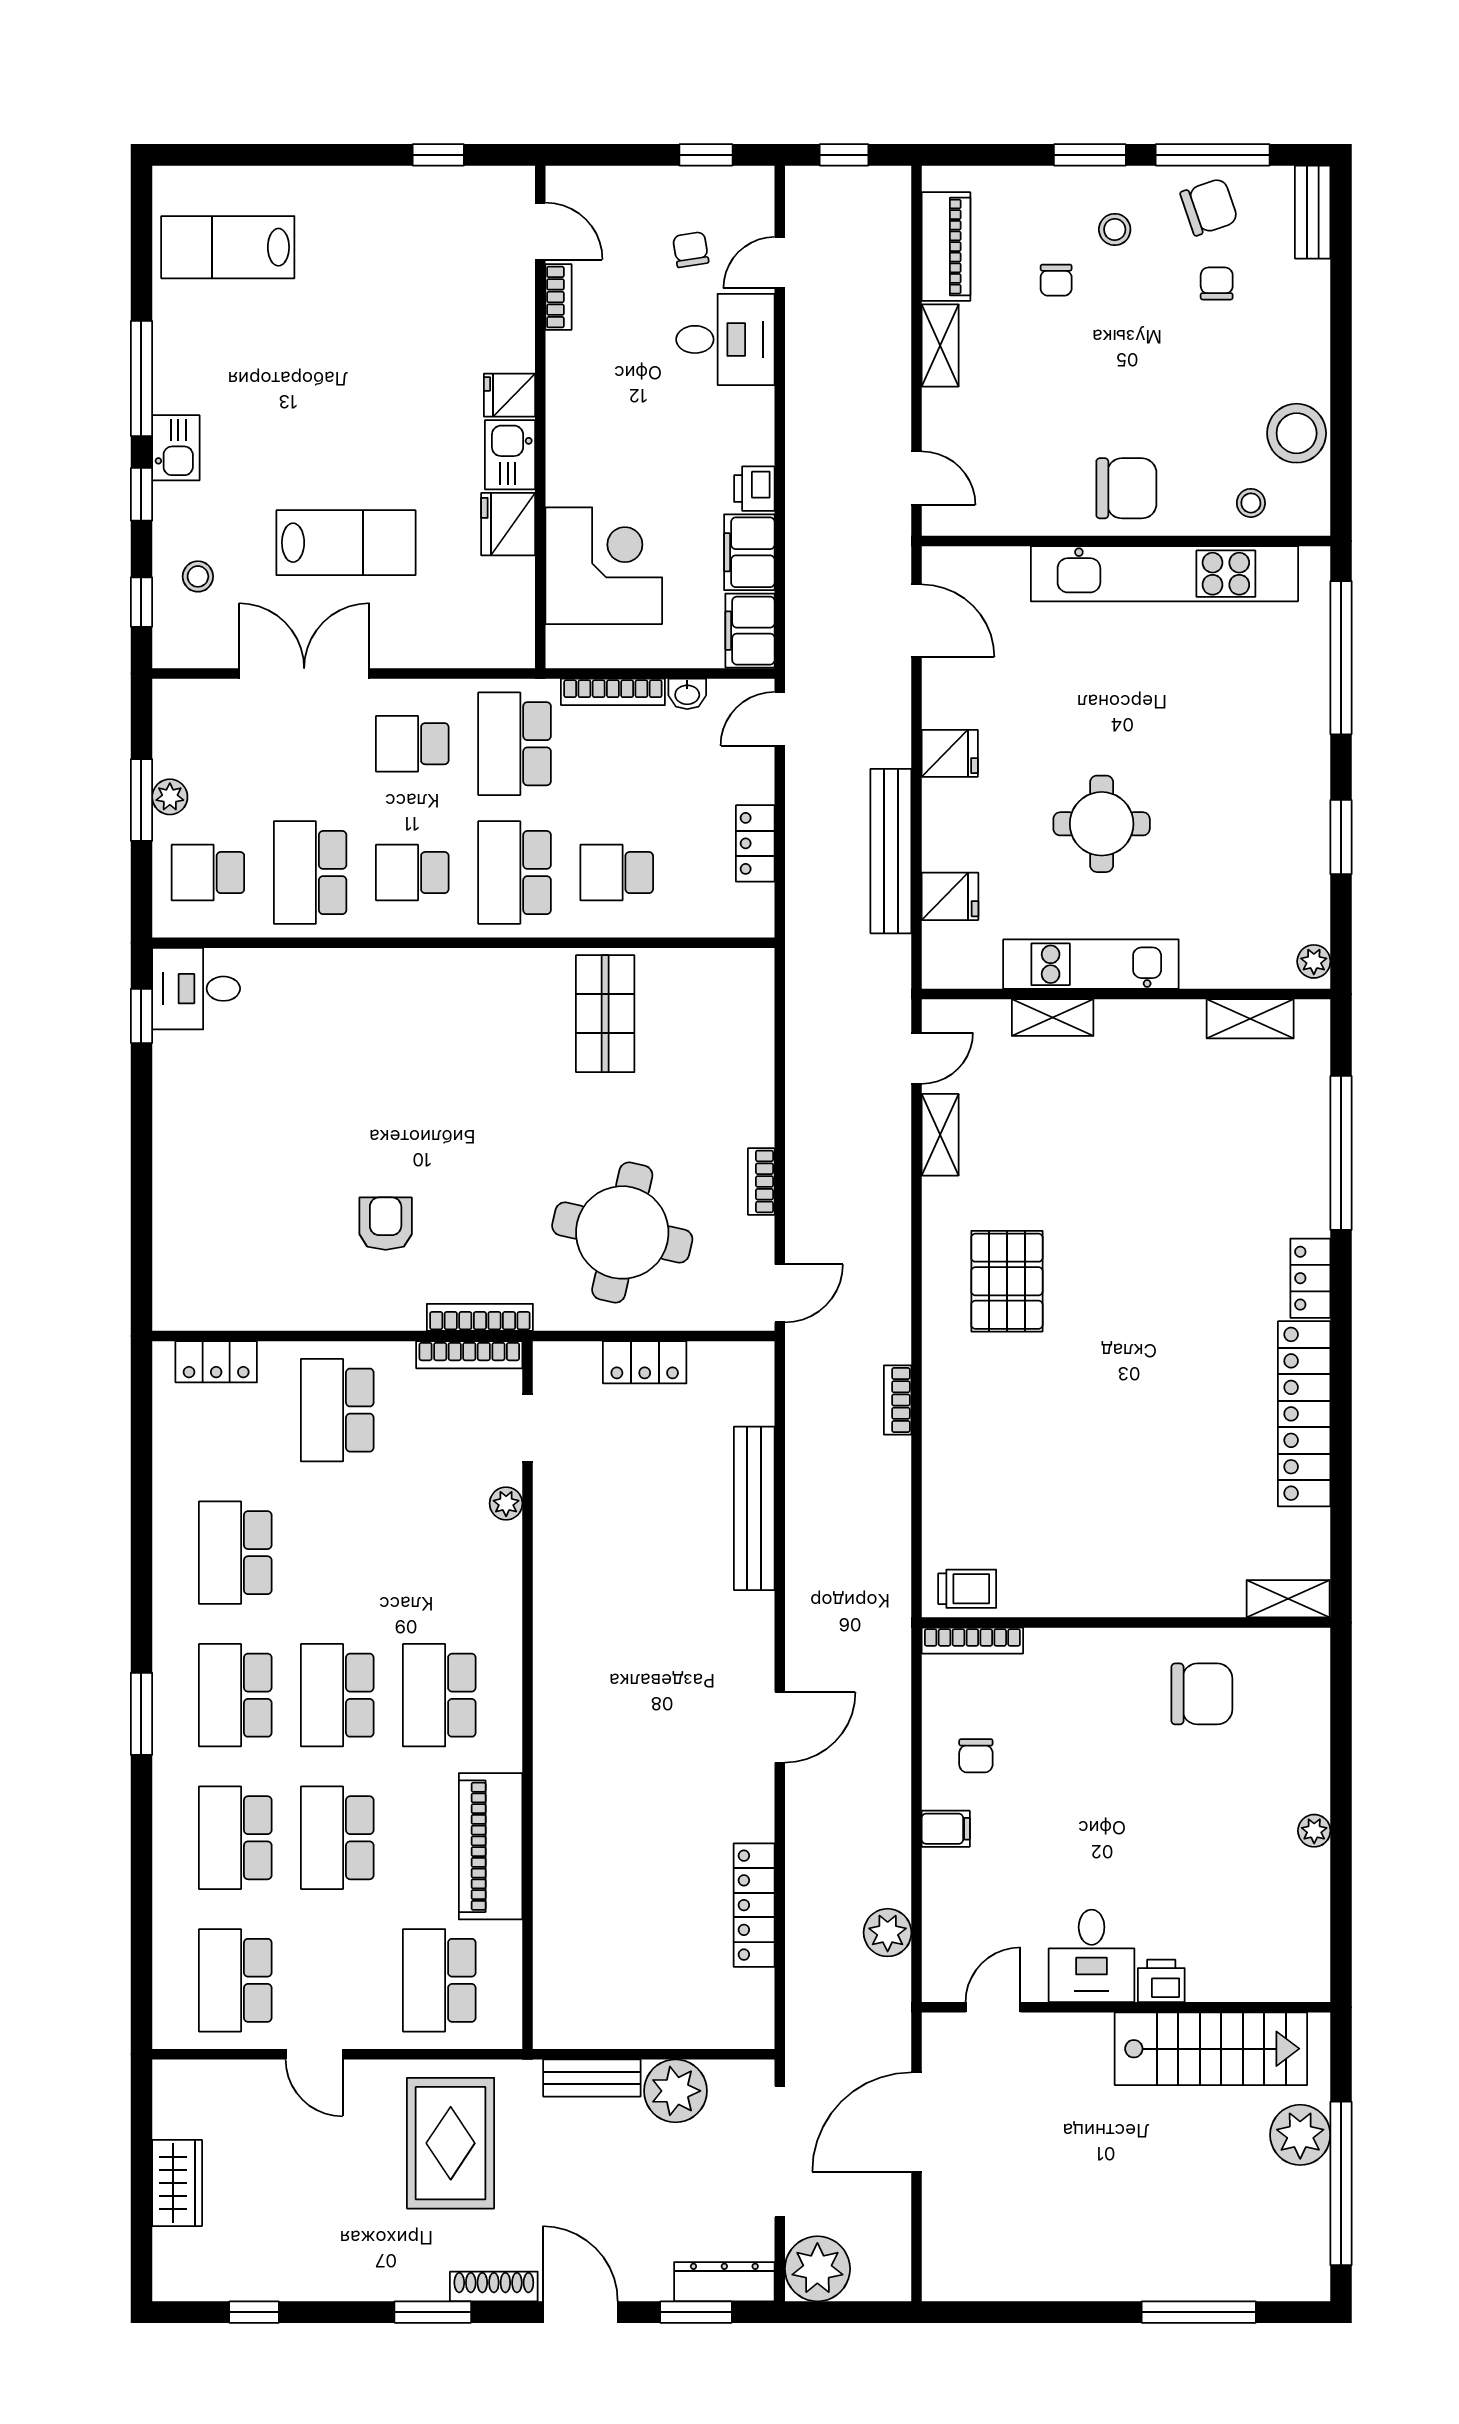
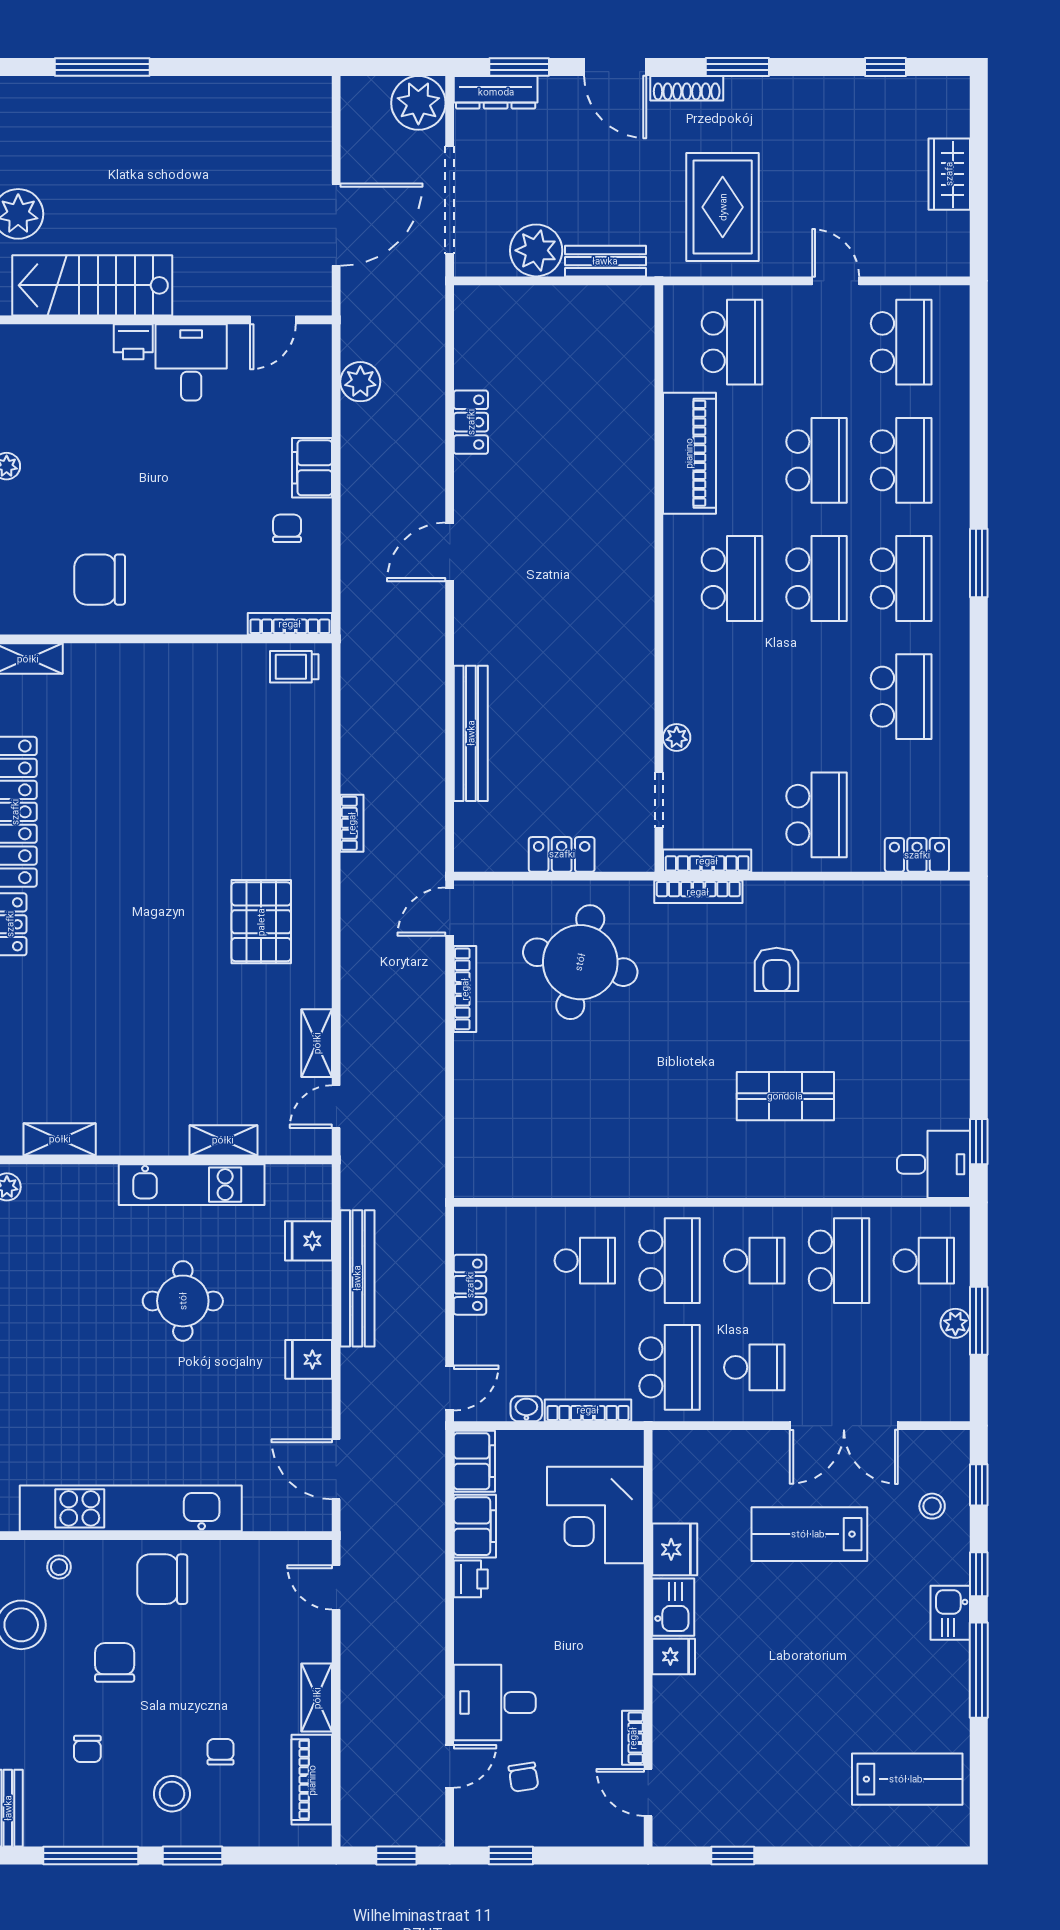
chair: (1209, 207) -> (115, 1662), moved, turned 109
stool: (1115, 229) -> (172, 1794), width x1.37, depth x1.37
shop shelf: (605, 1014) -> (785, 1096), moved, turned 90
bookcase: (761, 1181) -> (465, 989), width x1.56
filing cabinet: (946, 1829) -> (312, 468), width x2.00
locker: (754, 1905) -> (471, 422), width x0.66

